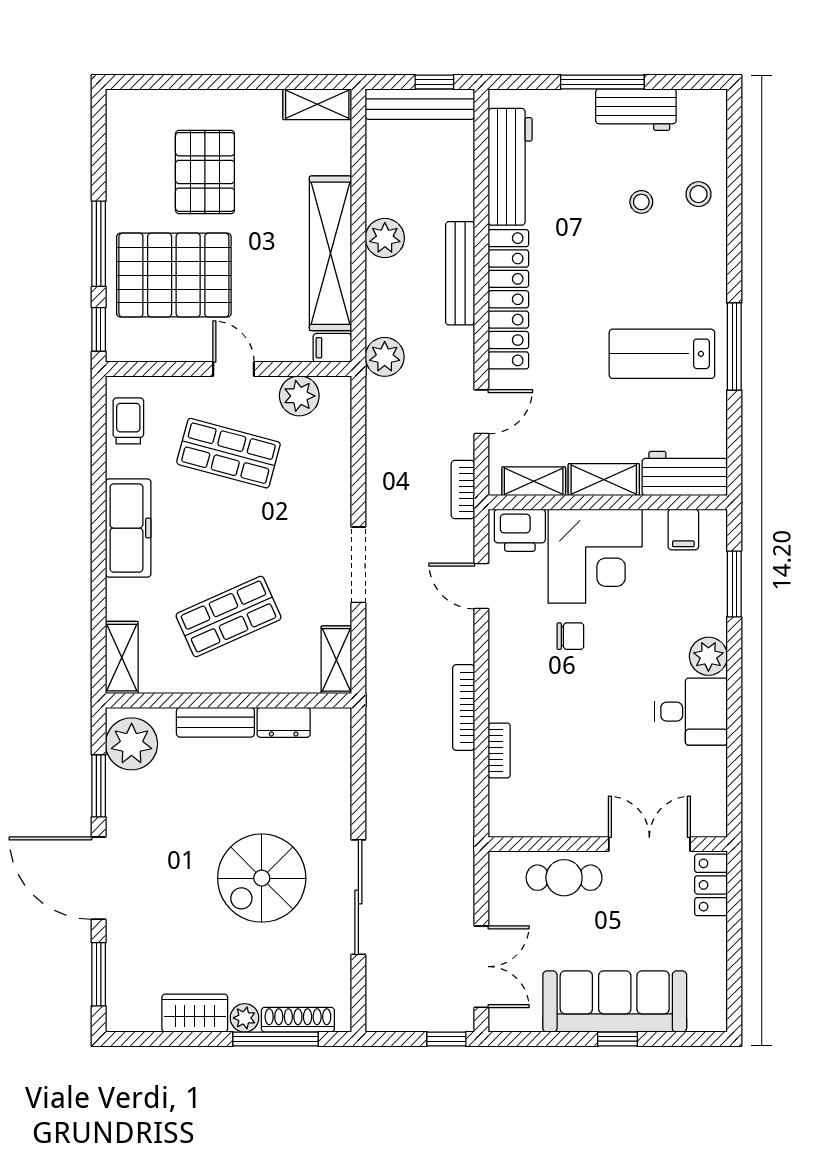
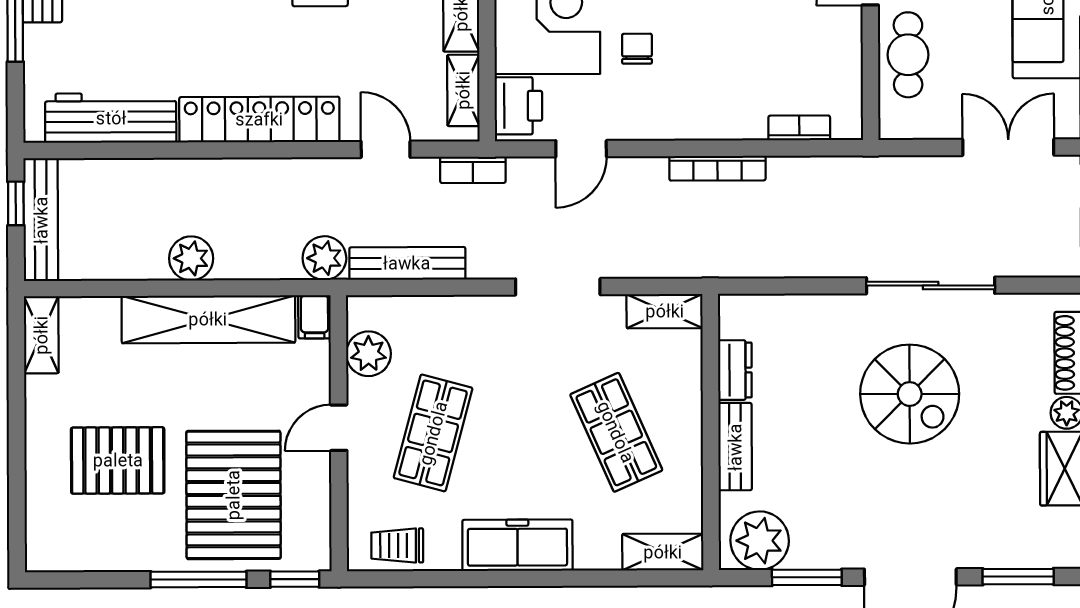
bench: (460, 273) -> (407, 263), moved
bookcase: (499, 750) -> (799, 128), moved

